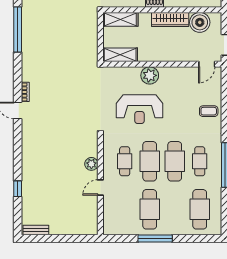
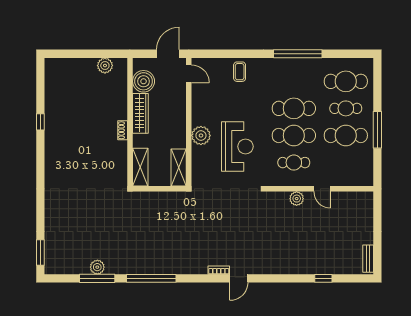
cafe table: (200, 161) -> (346, 108), moved

